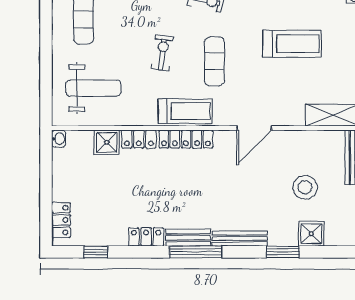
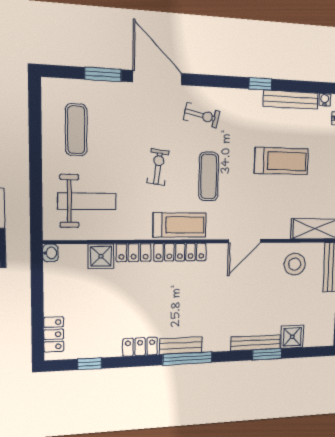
stool: (305, 187) -> (295, 264), moved
bench: (240, 239) -> (256, 343), moved

